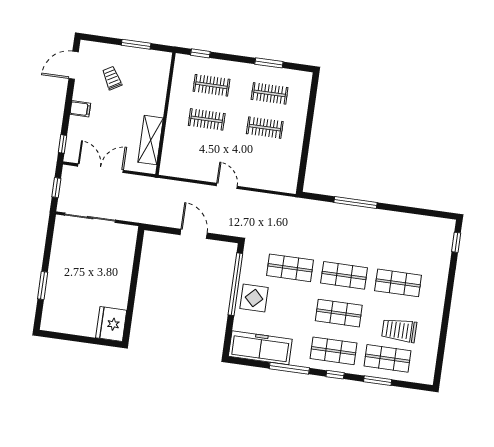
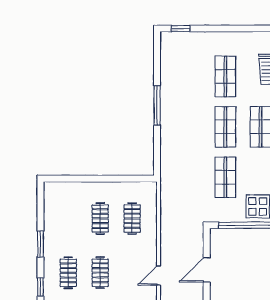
window: (269, 63) -> (40, 244), moved
clothes rail: (270, 93) -> (132, 218), moved
door: (227, 186) -> (159, 276), moved
window: (356, 202) -> (157, 105), moved

